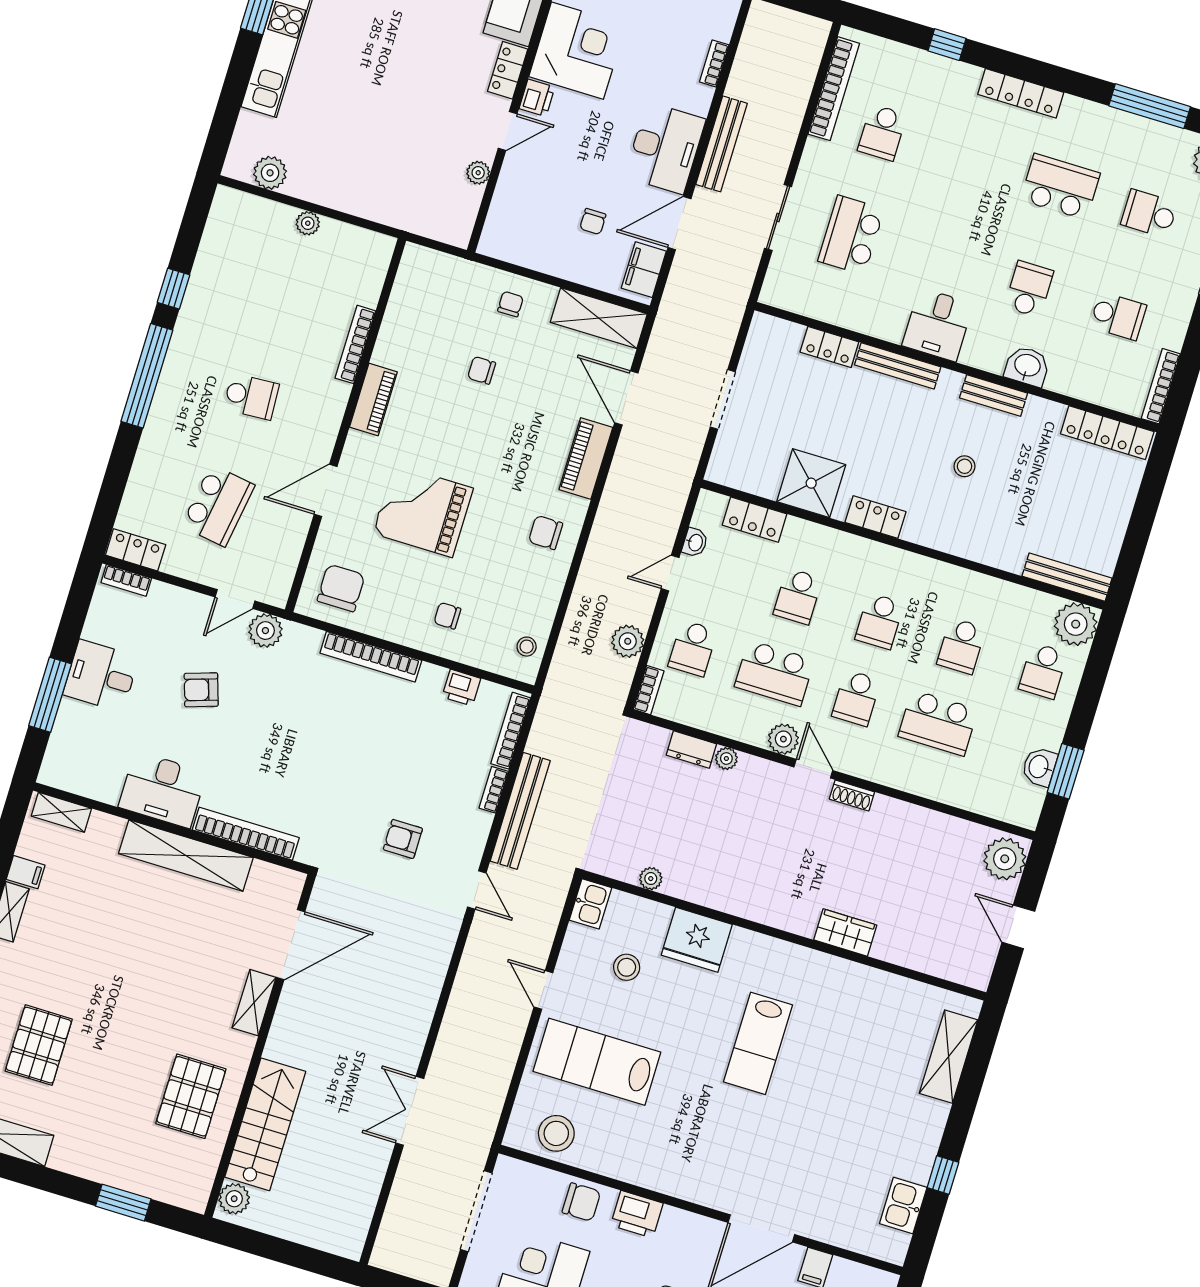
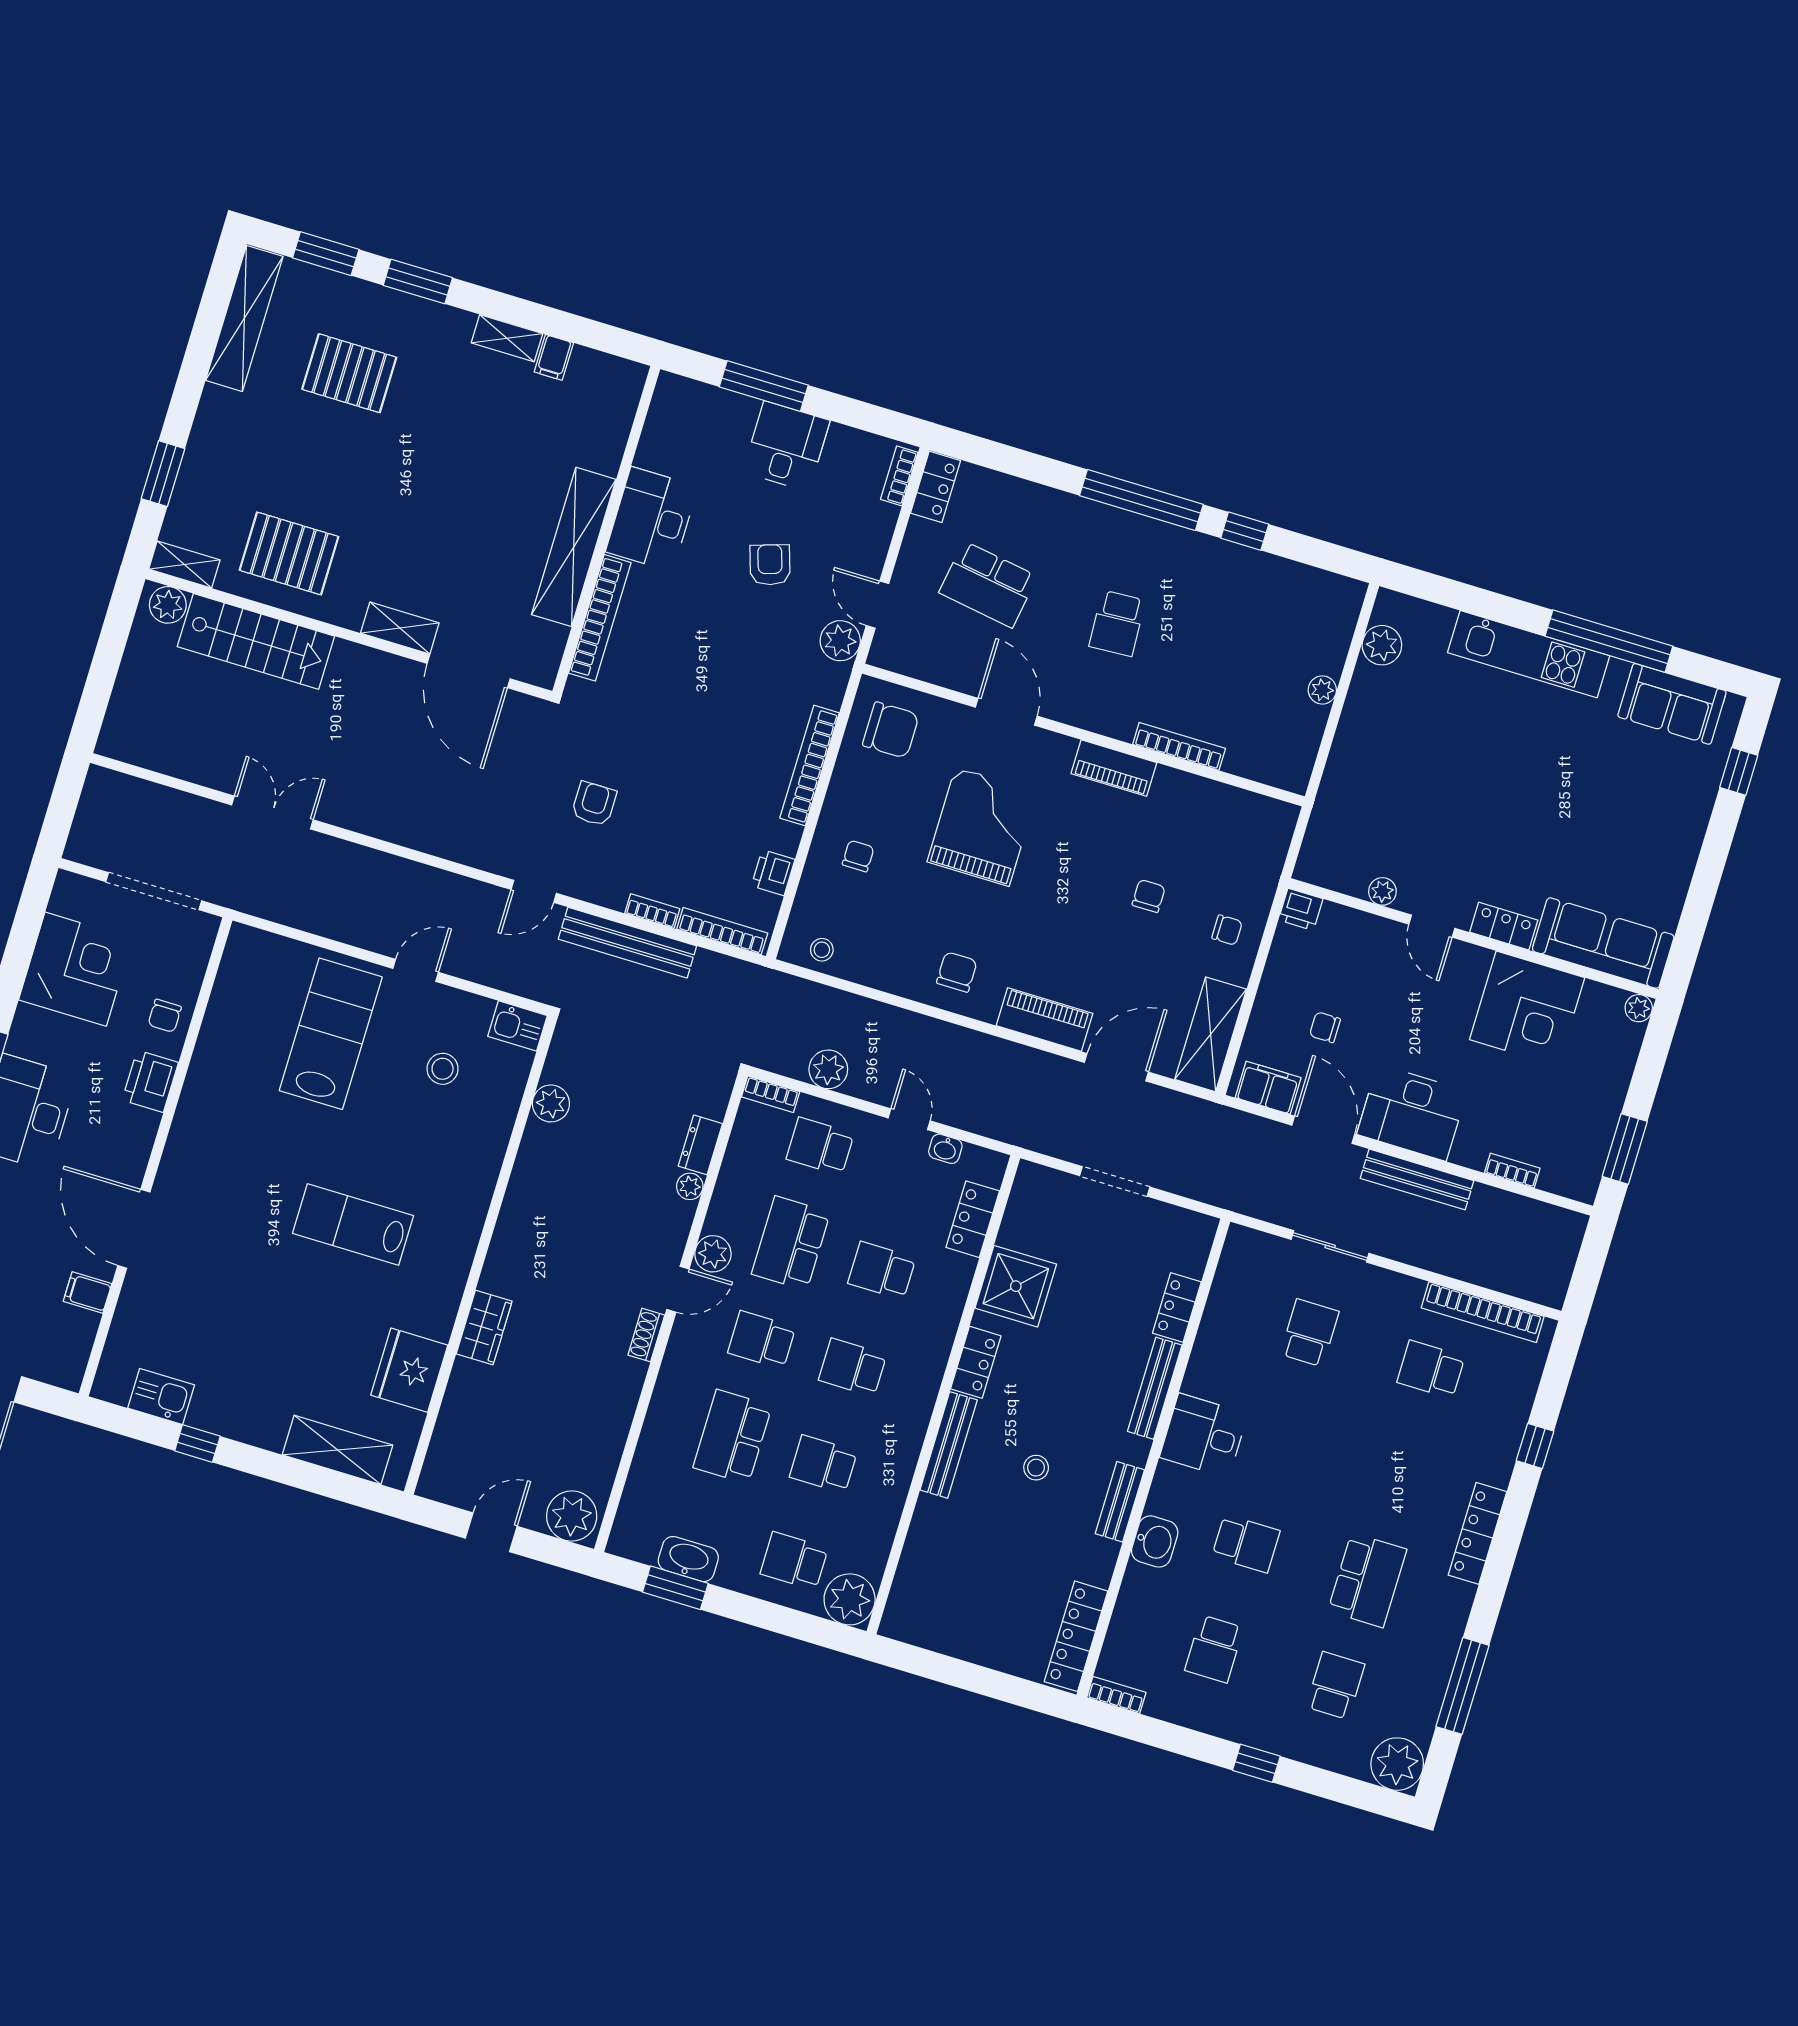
printer: (537, 98) -> (1301, 909), moved
school desk: (851, 235) -> (1310, 1333), width x0.54
bookcase: (1161, 386) -> (1116, 1695), width x0.64
bench: (1067, 577) -> (949, 1445), moved
washbasin: (1039, 767) -> (688, 1559), width x1.38
shelving: (61, 812) -> (184, 564), moved, turned 90
plant: (651, 879) -> (551, 1103), width x1.38, depth x1.38
fridge: (697, 940) -> (409, 1370), moved
stool: (556, 1133) -> (246, 986), removed
chair: (581, 1202) -> (165, 1016), width x0.73, depth x0.73

